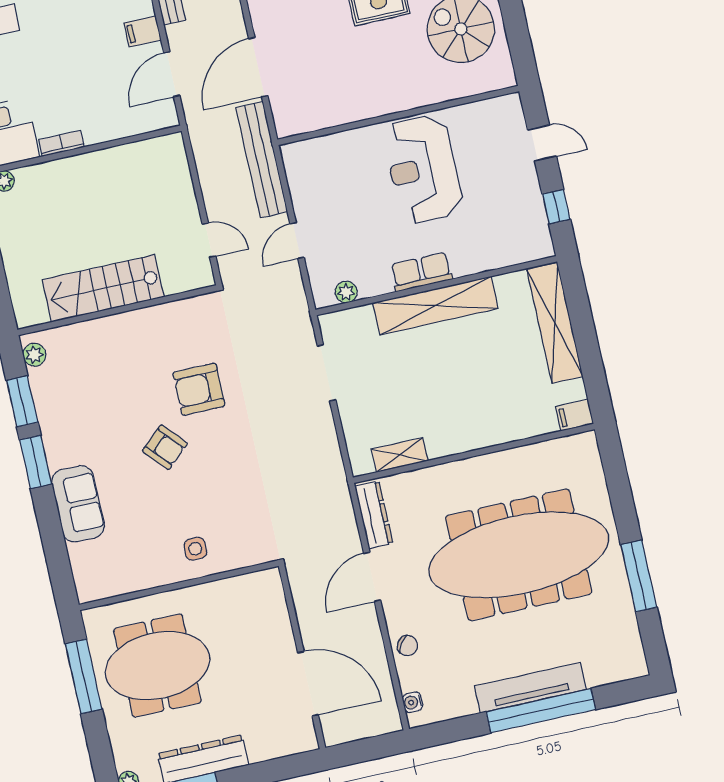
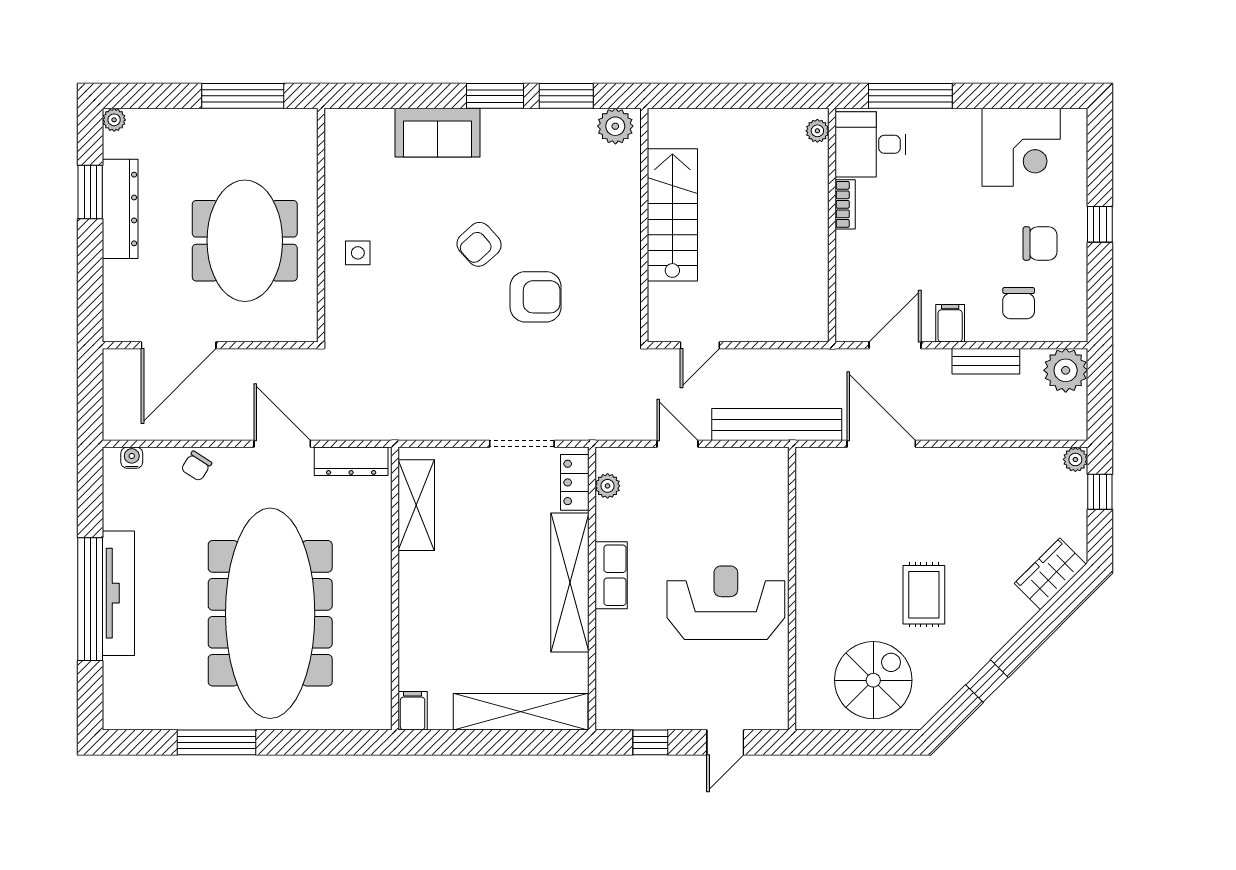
door: (172, 74) -> (895, 345), hinge flipped
locker: (349, 321) -> (575, 482), added
plant: (34, 355) -> (615, 126), width x1.38, depth x1.38
armchair: (199, 389) -> (536, 297), turned 90
shelving: (400, 455) -> (416, 505), width x1.50, depth x1.33
meeting table: (157, 666) -> (245, 241), moved

